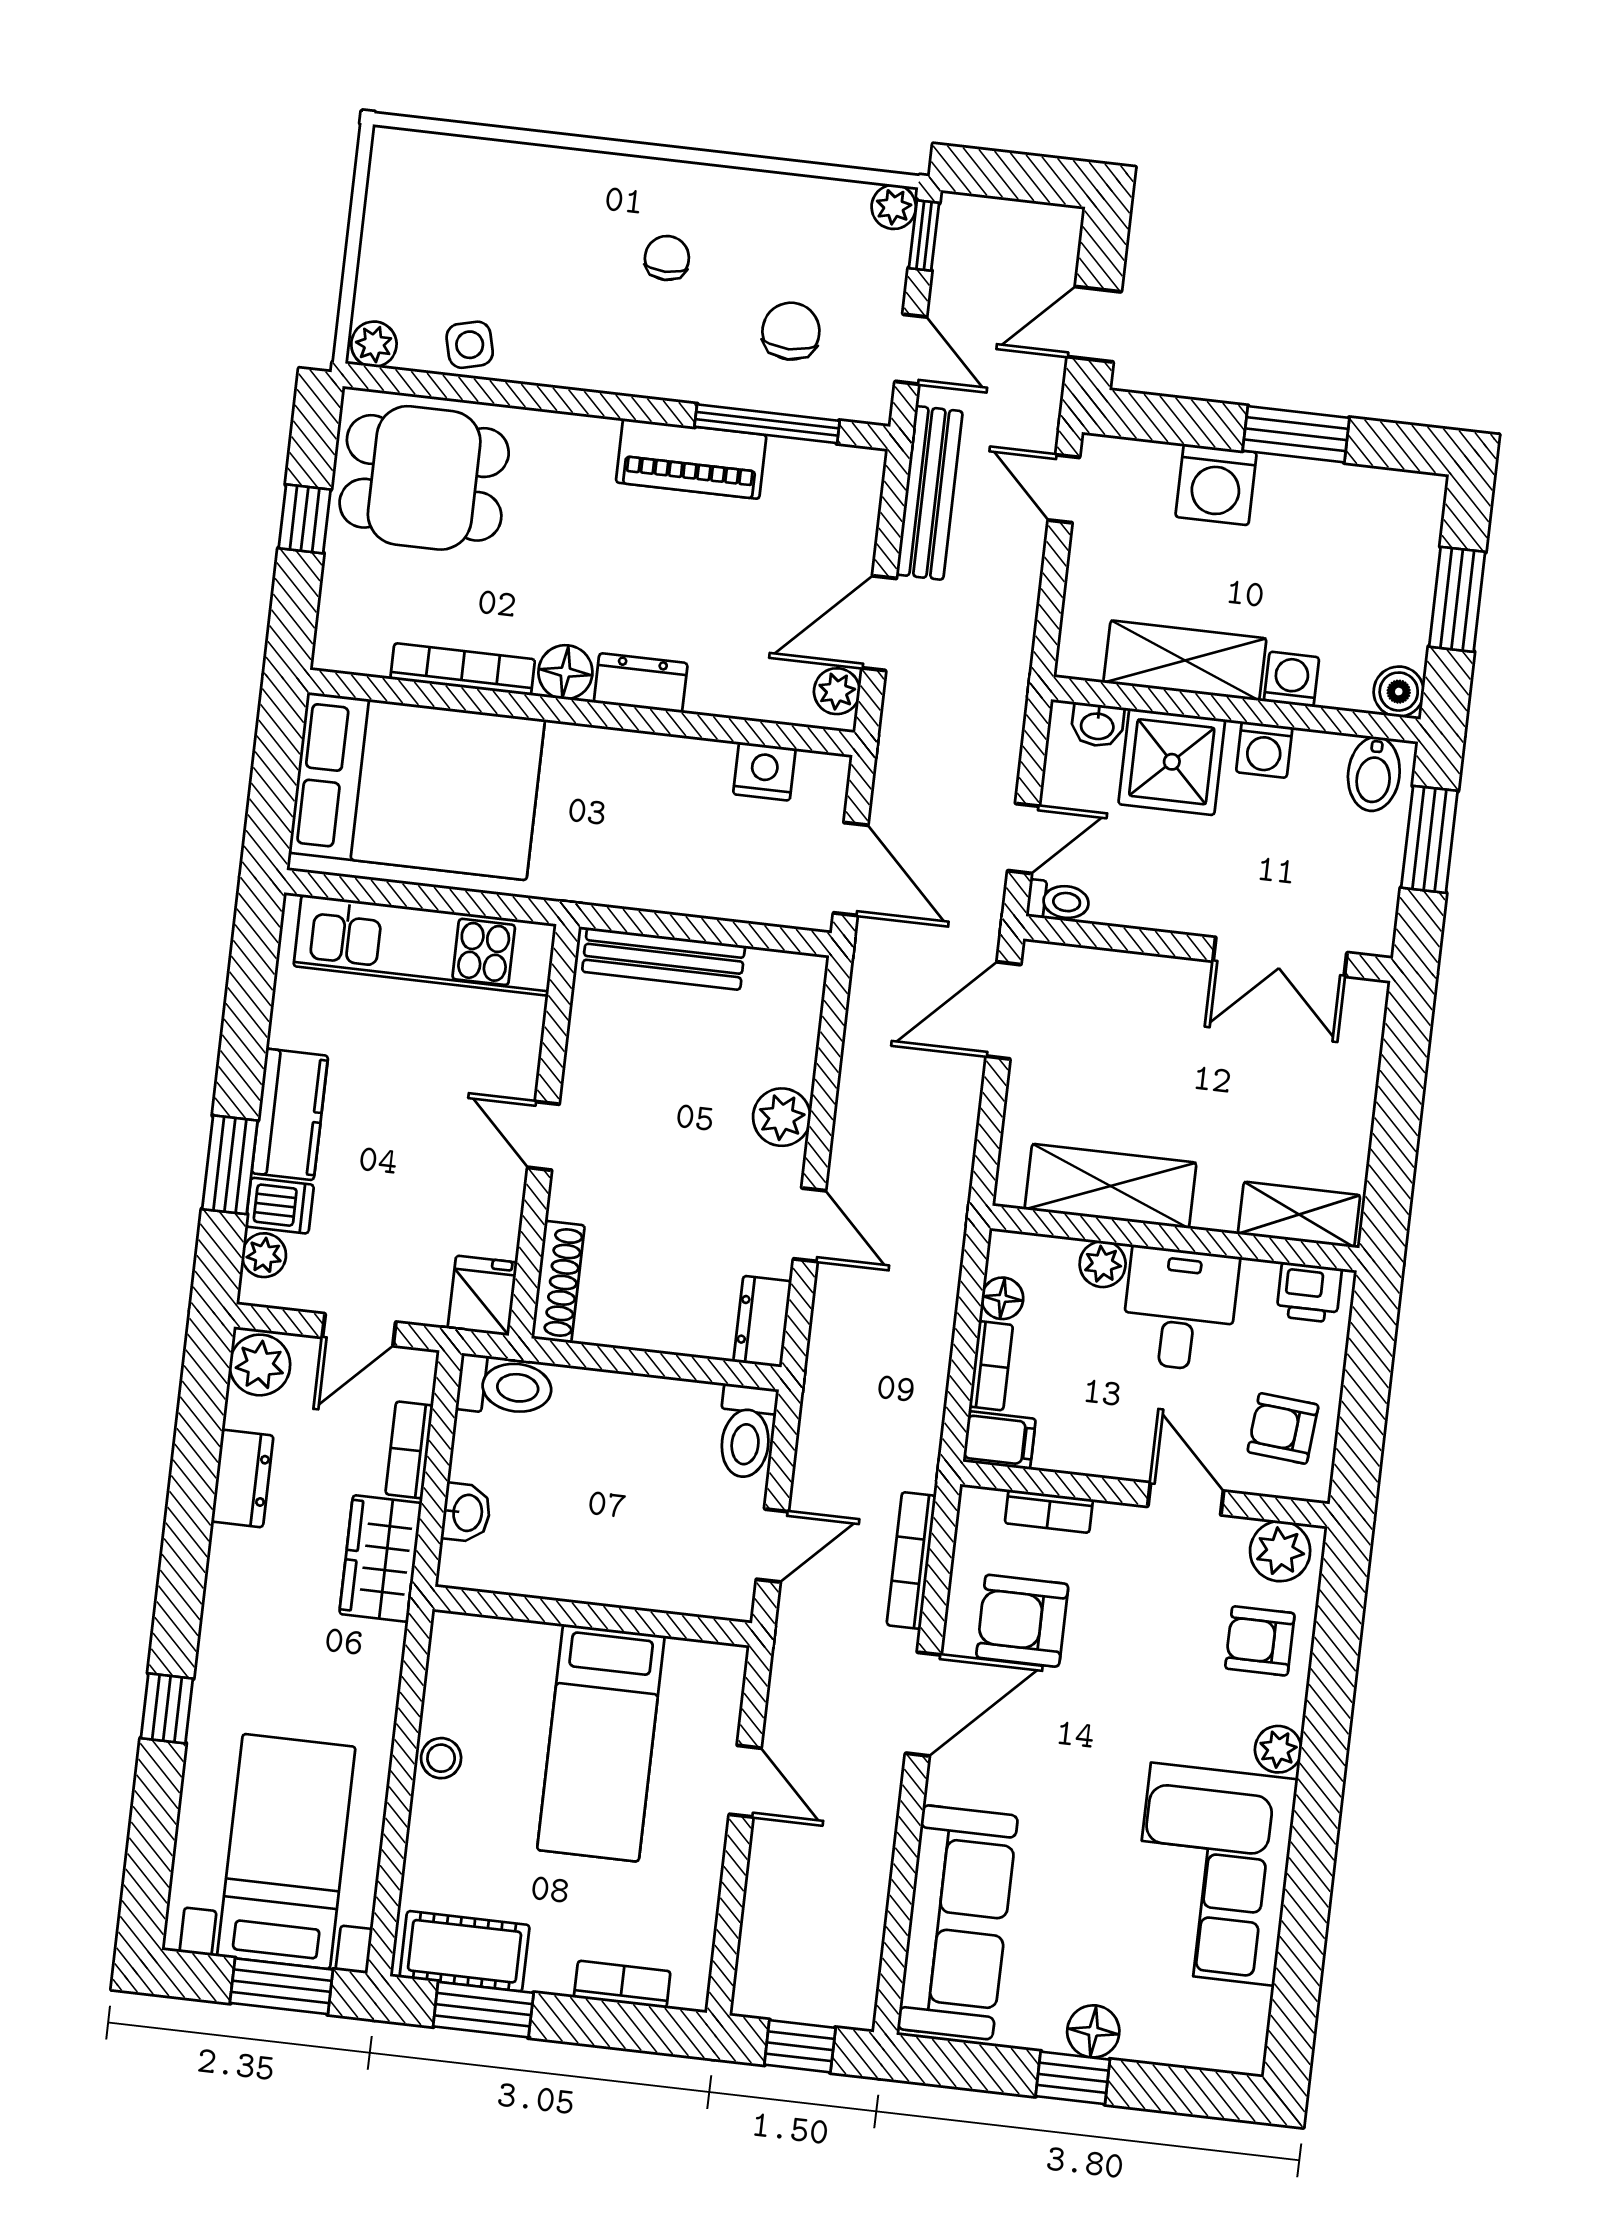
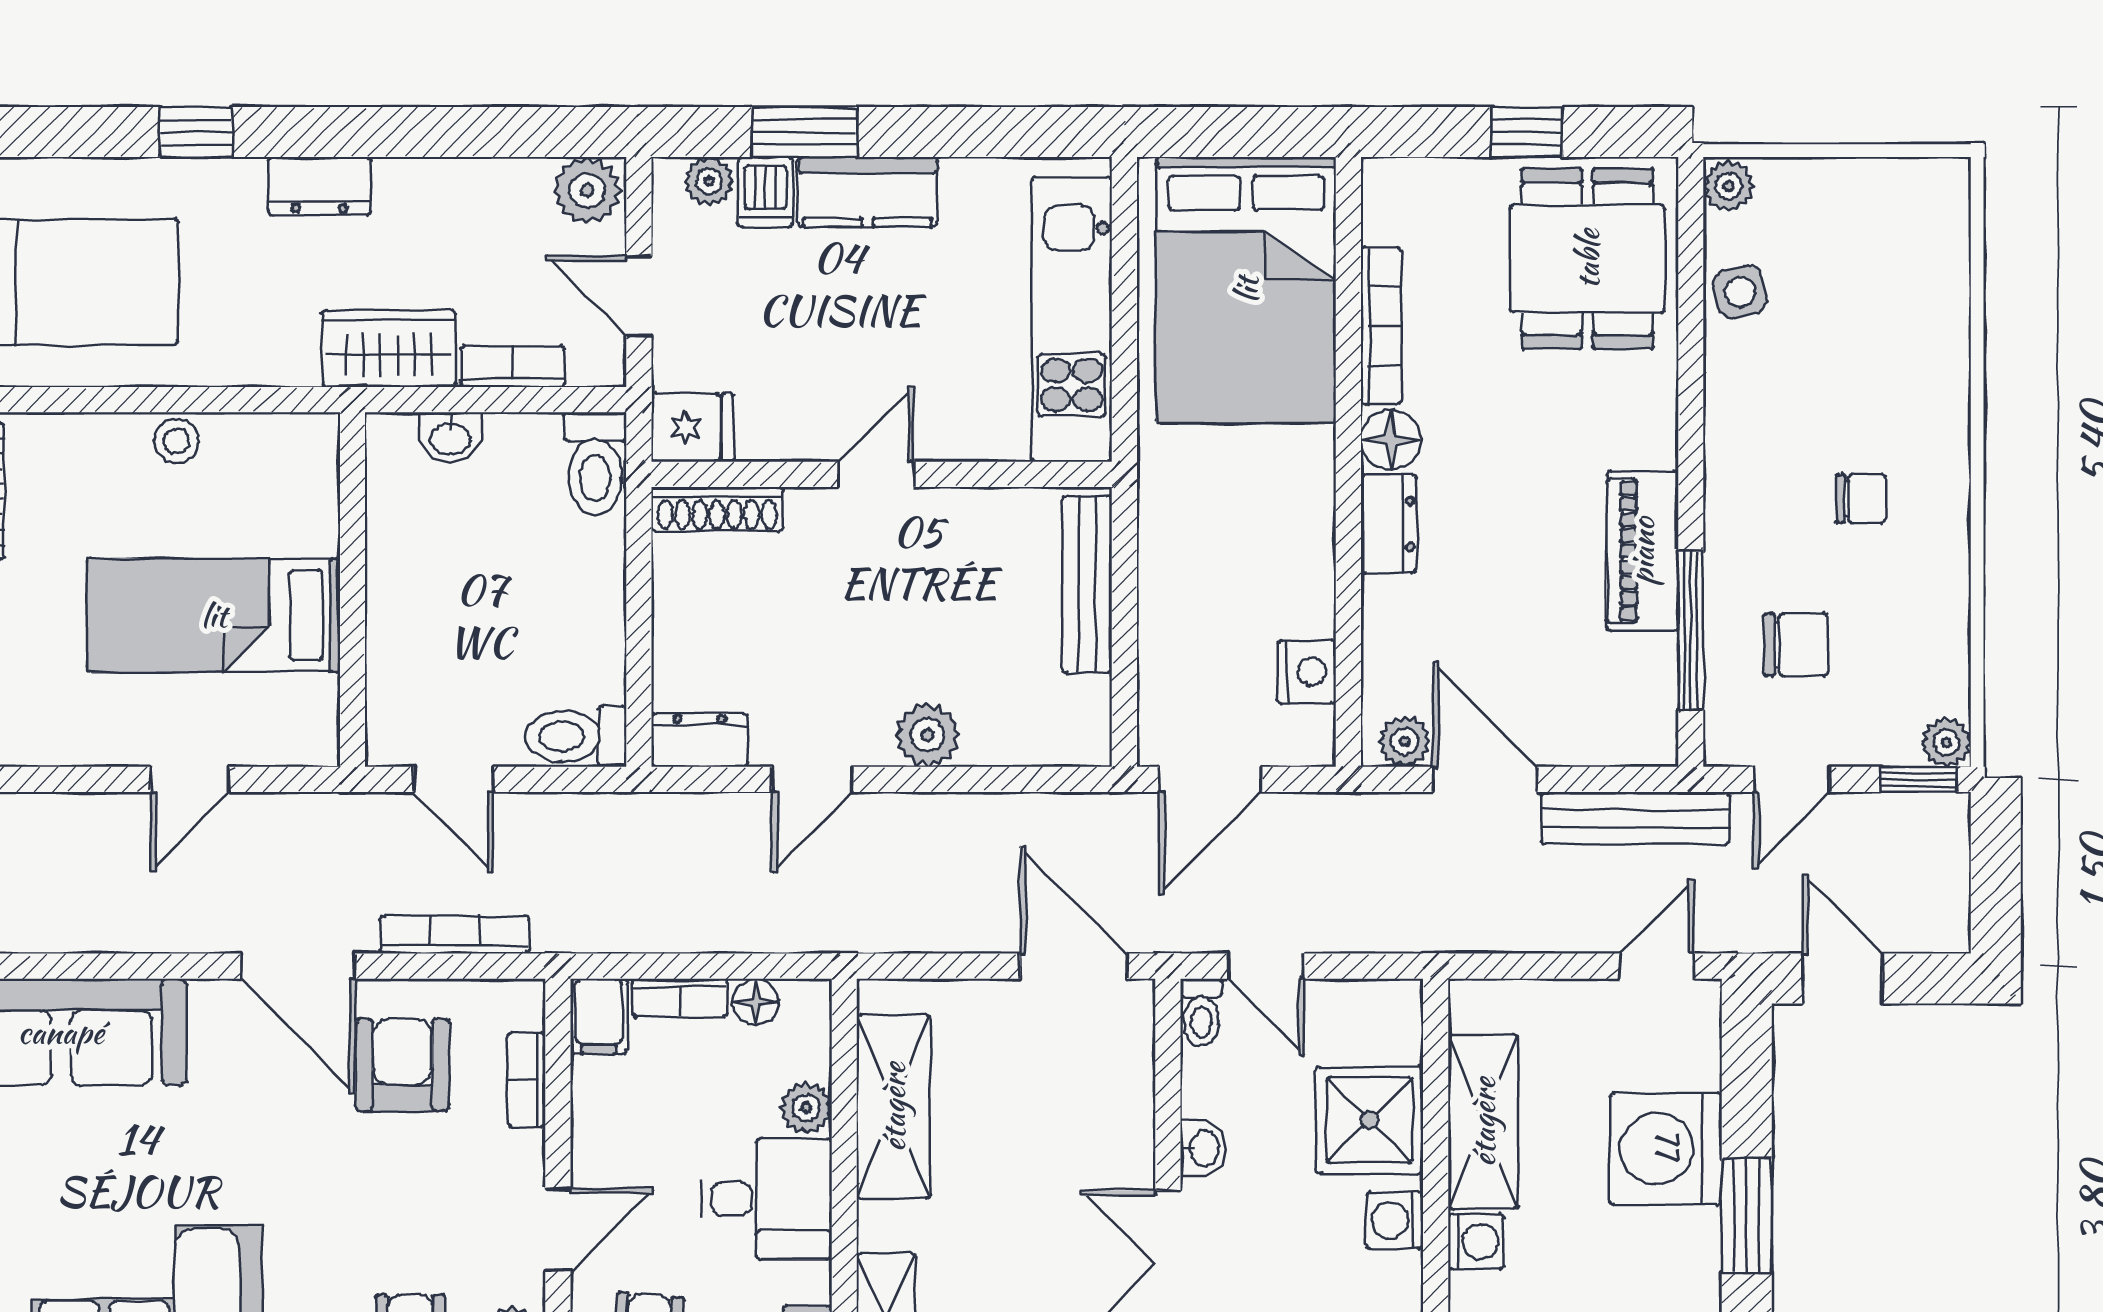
washing machine: (1216, 485) -> (1666, 1149), width x1.37, depth x1.37
washbasin: (1097, 725) -> (1203, 1148), moved, turned 180
dresser: (242, 1479) -> (319, 186), moved

